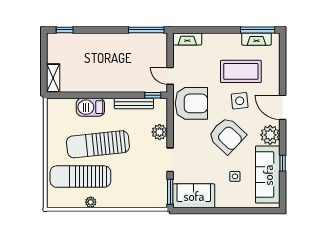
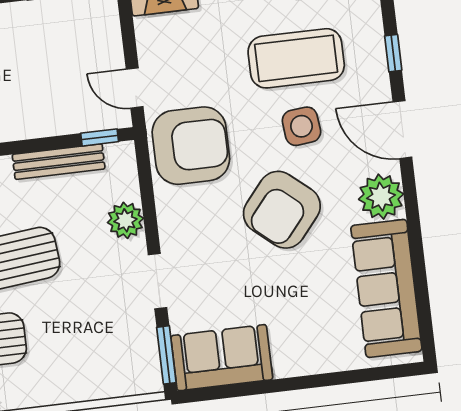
armchair: (227, 135) -> (282, 210), turned 87
window: (283, 163) -> (393, 53), moved
side table: (235, 176) -> (311, 302), removed

